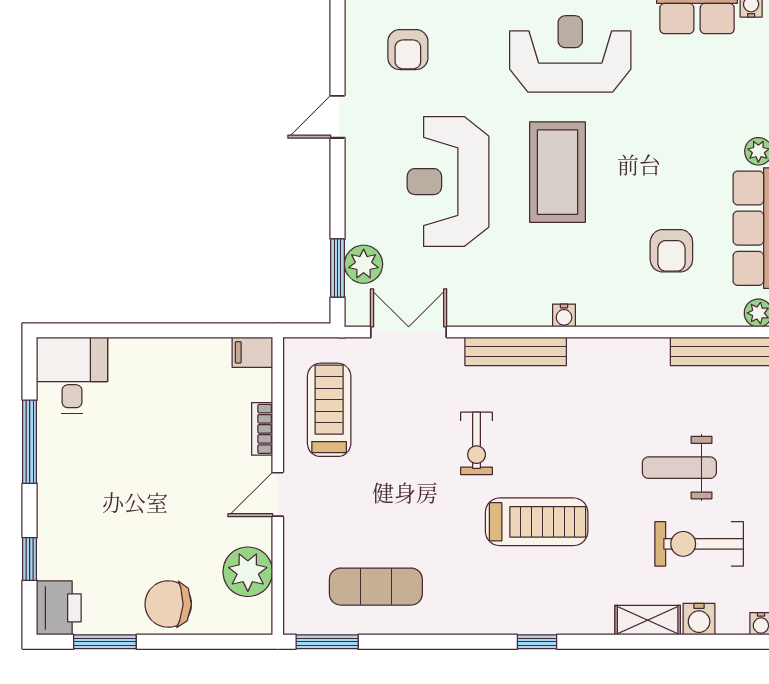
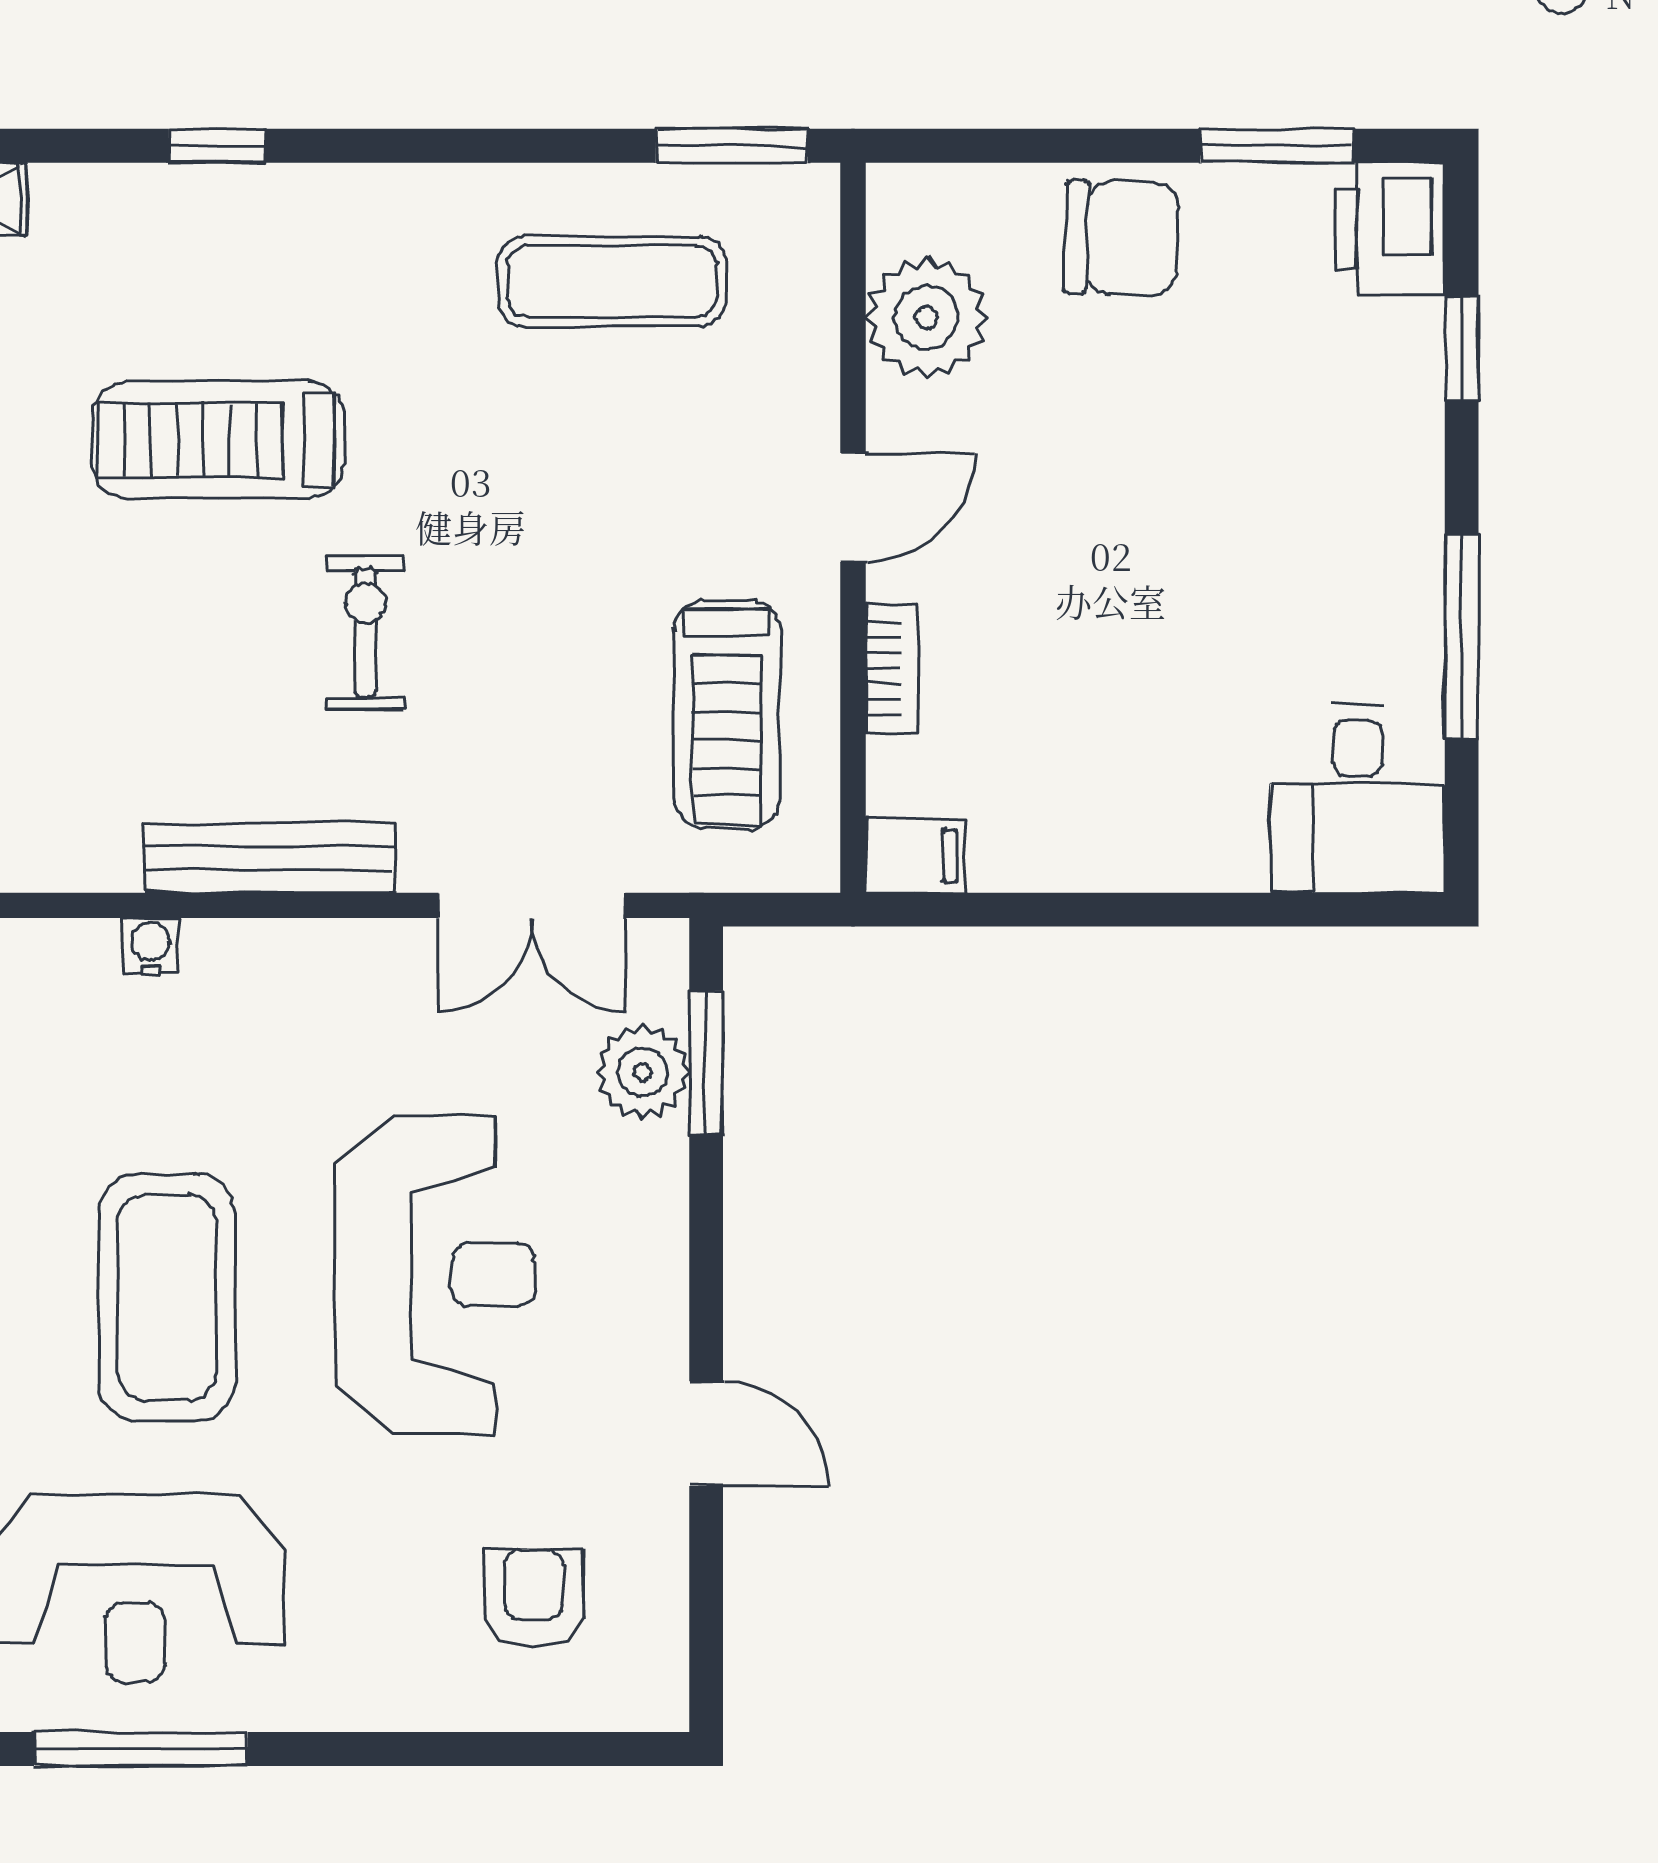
door: (338, 117) -> (706, 1434), hinge flipped

